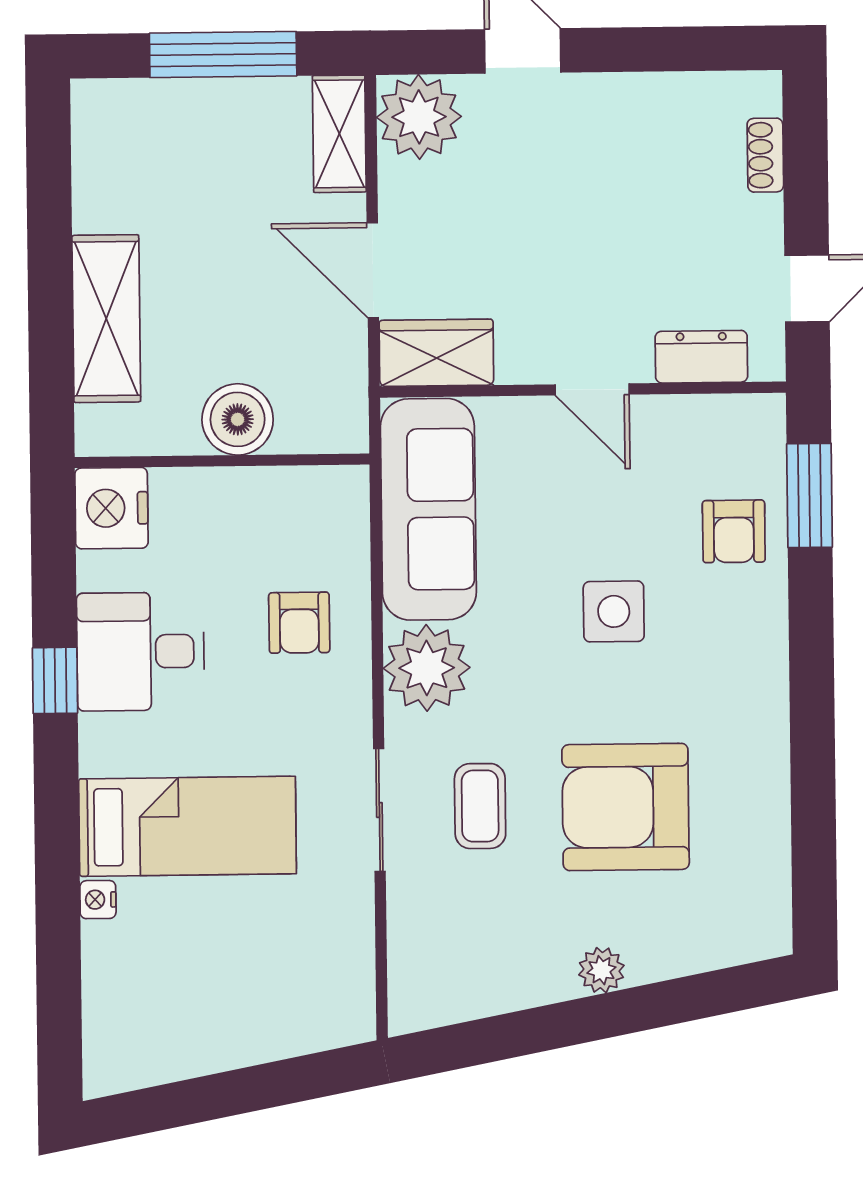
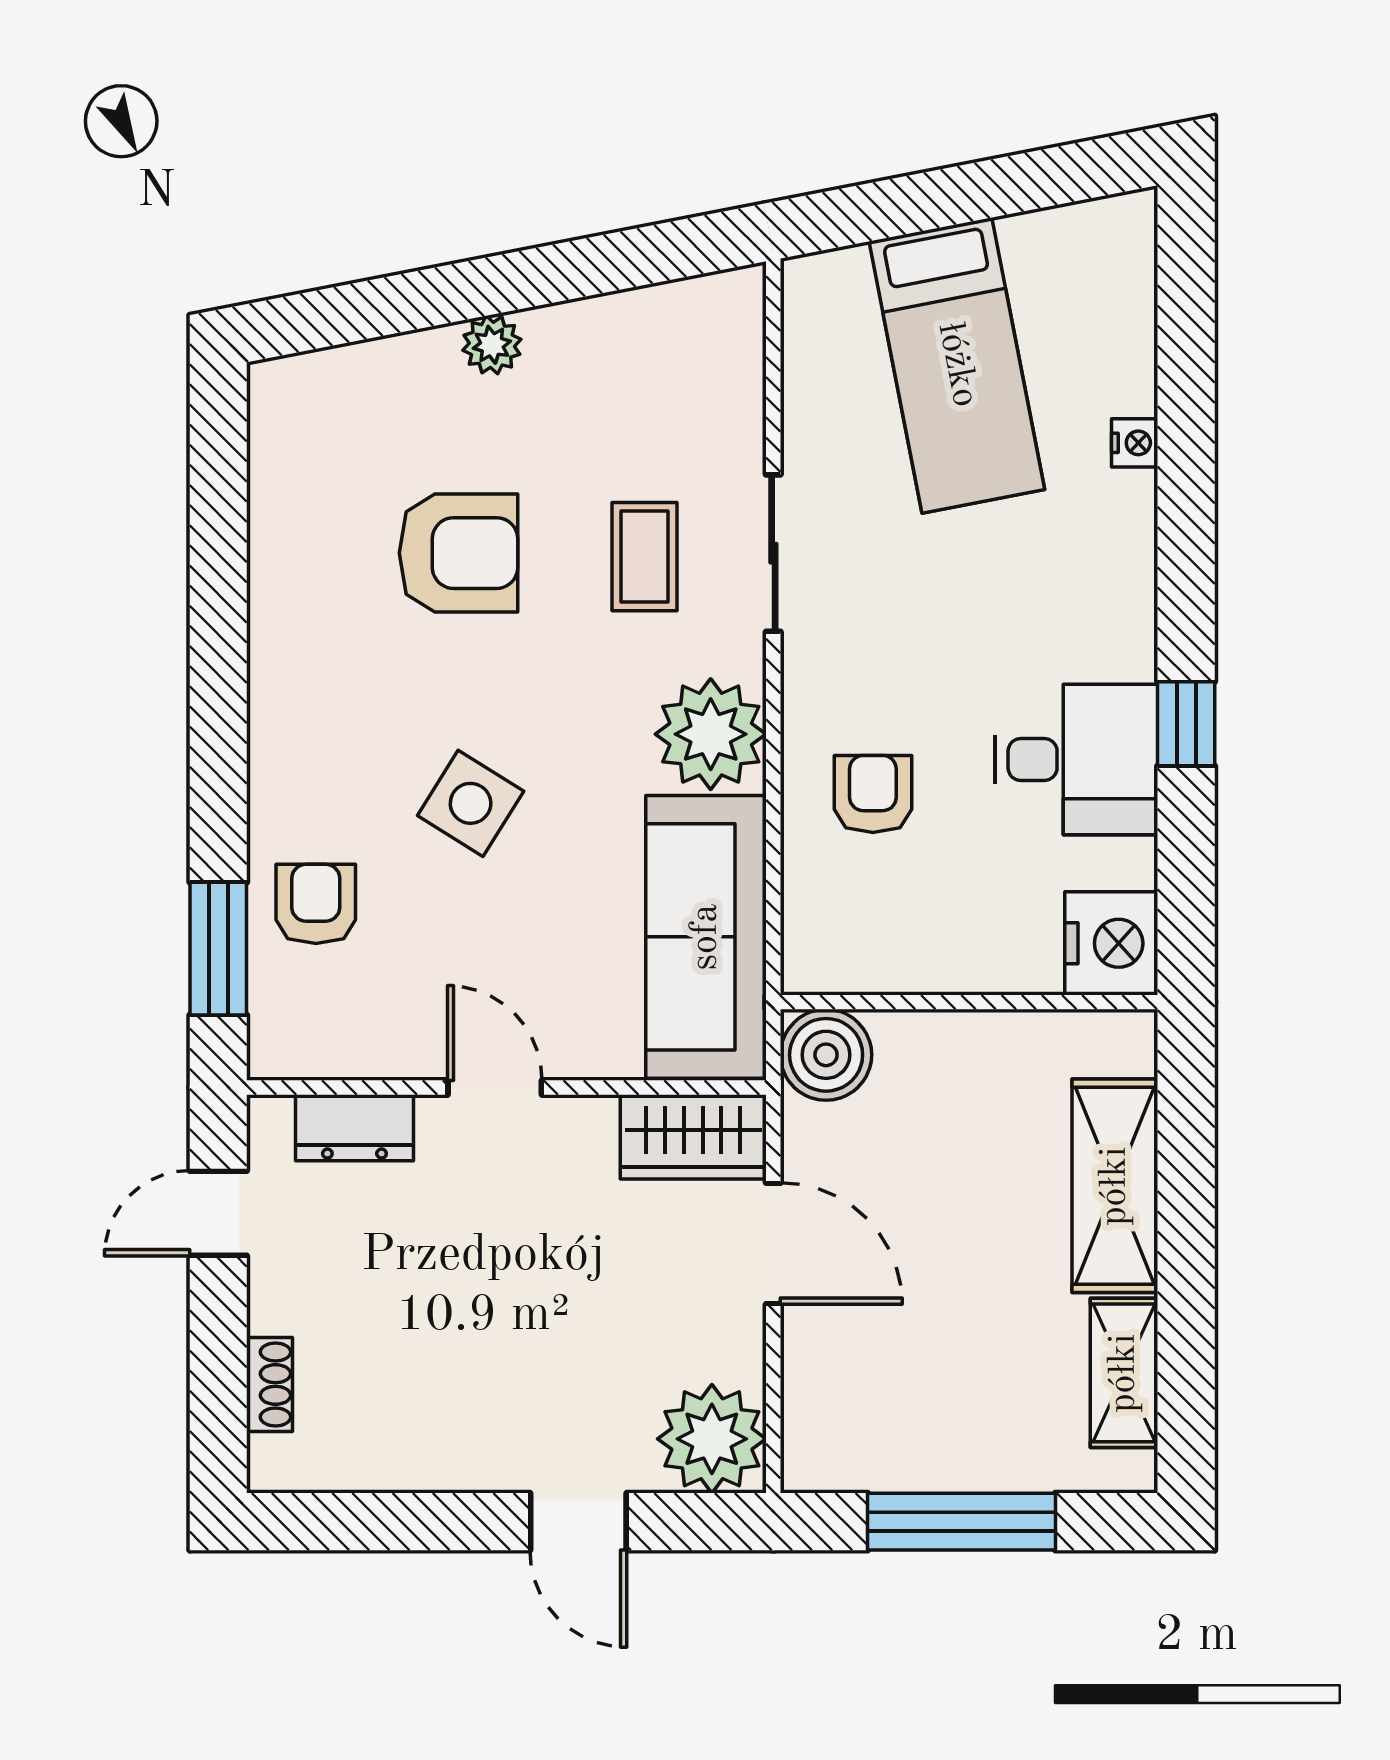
shelving: (339, 134) -> (1124, 1373), moved
boiler: (238, 419) -> (826, 1055), moved
side table: (614, 611) -> (471, 803), turned 32
armchair: (626, 807) -> (458, 553), width x0.73, depth x0.73
bed: (187, 826) -> (957, 365), moved, turned -101

